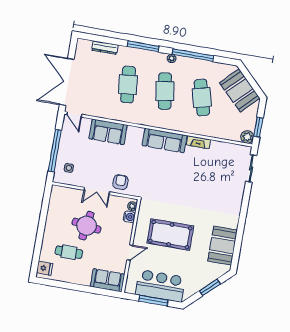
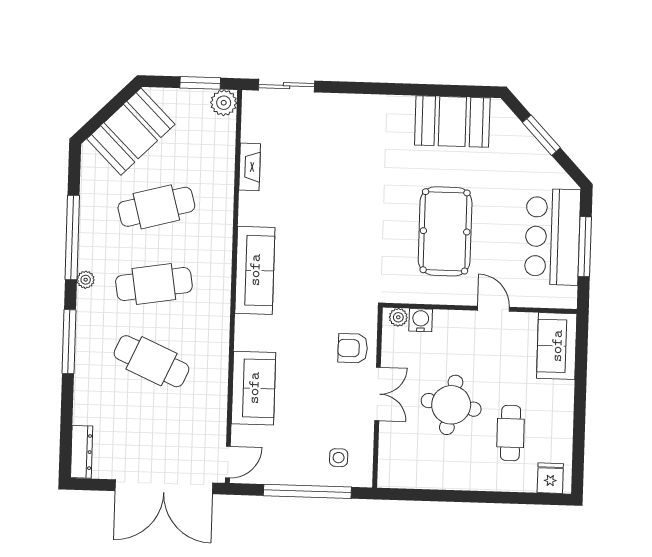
dresser: (105, 48) -> (82, 452), moved
cafe table: (128, 85) -> (151, 361), turned 30
fireplace: (198, 142) -> (250, 167), moved

